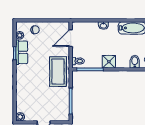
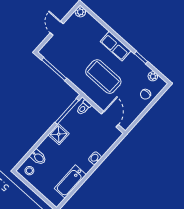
row of seats: (22, 52) -> (116, 46), moved
coffee table: (58, 72) -> (103, 77), moved

